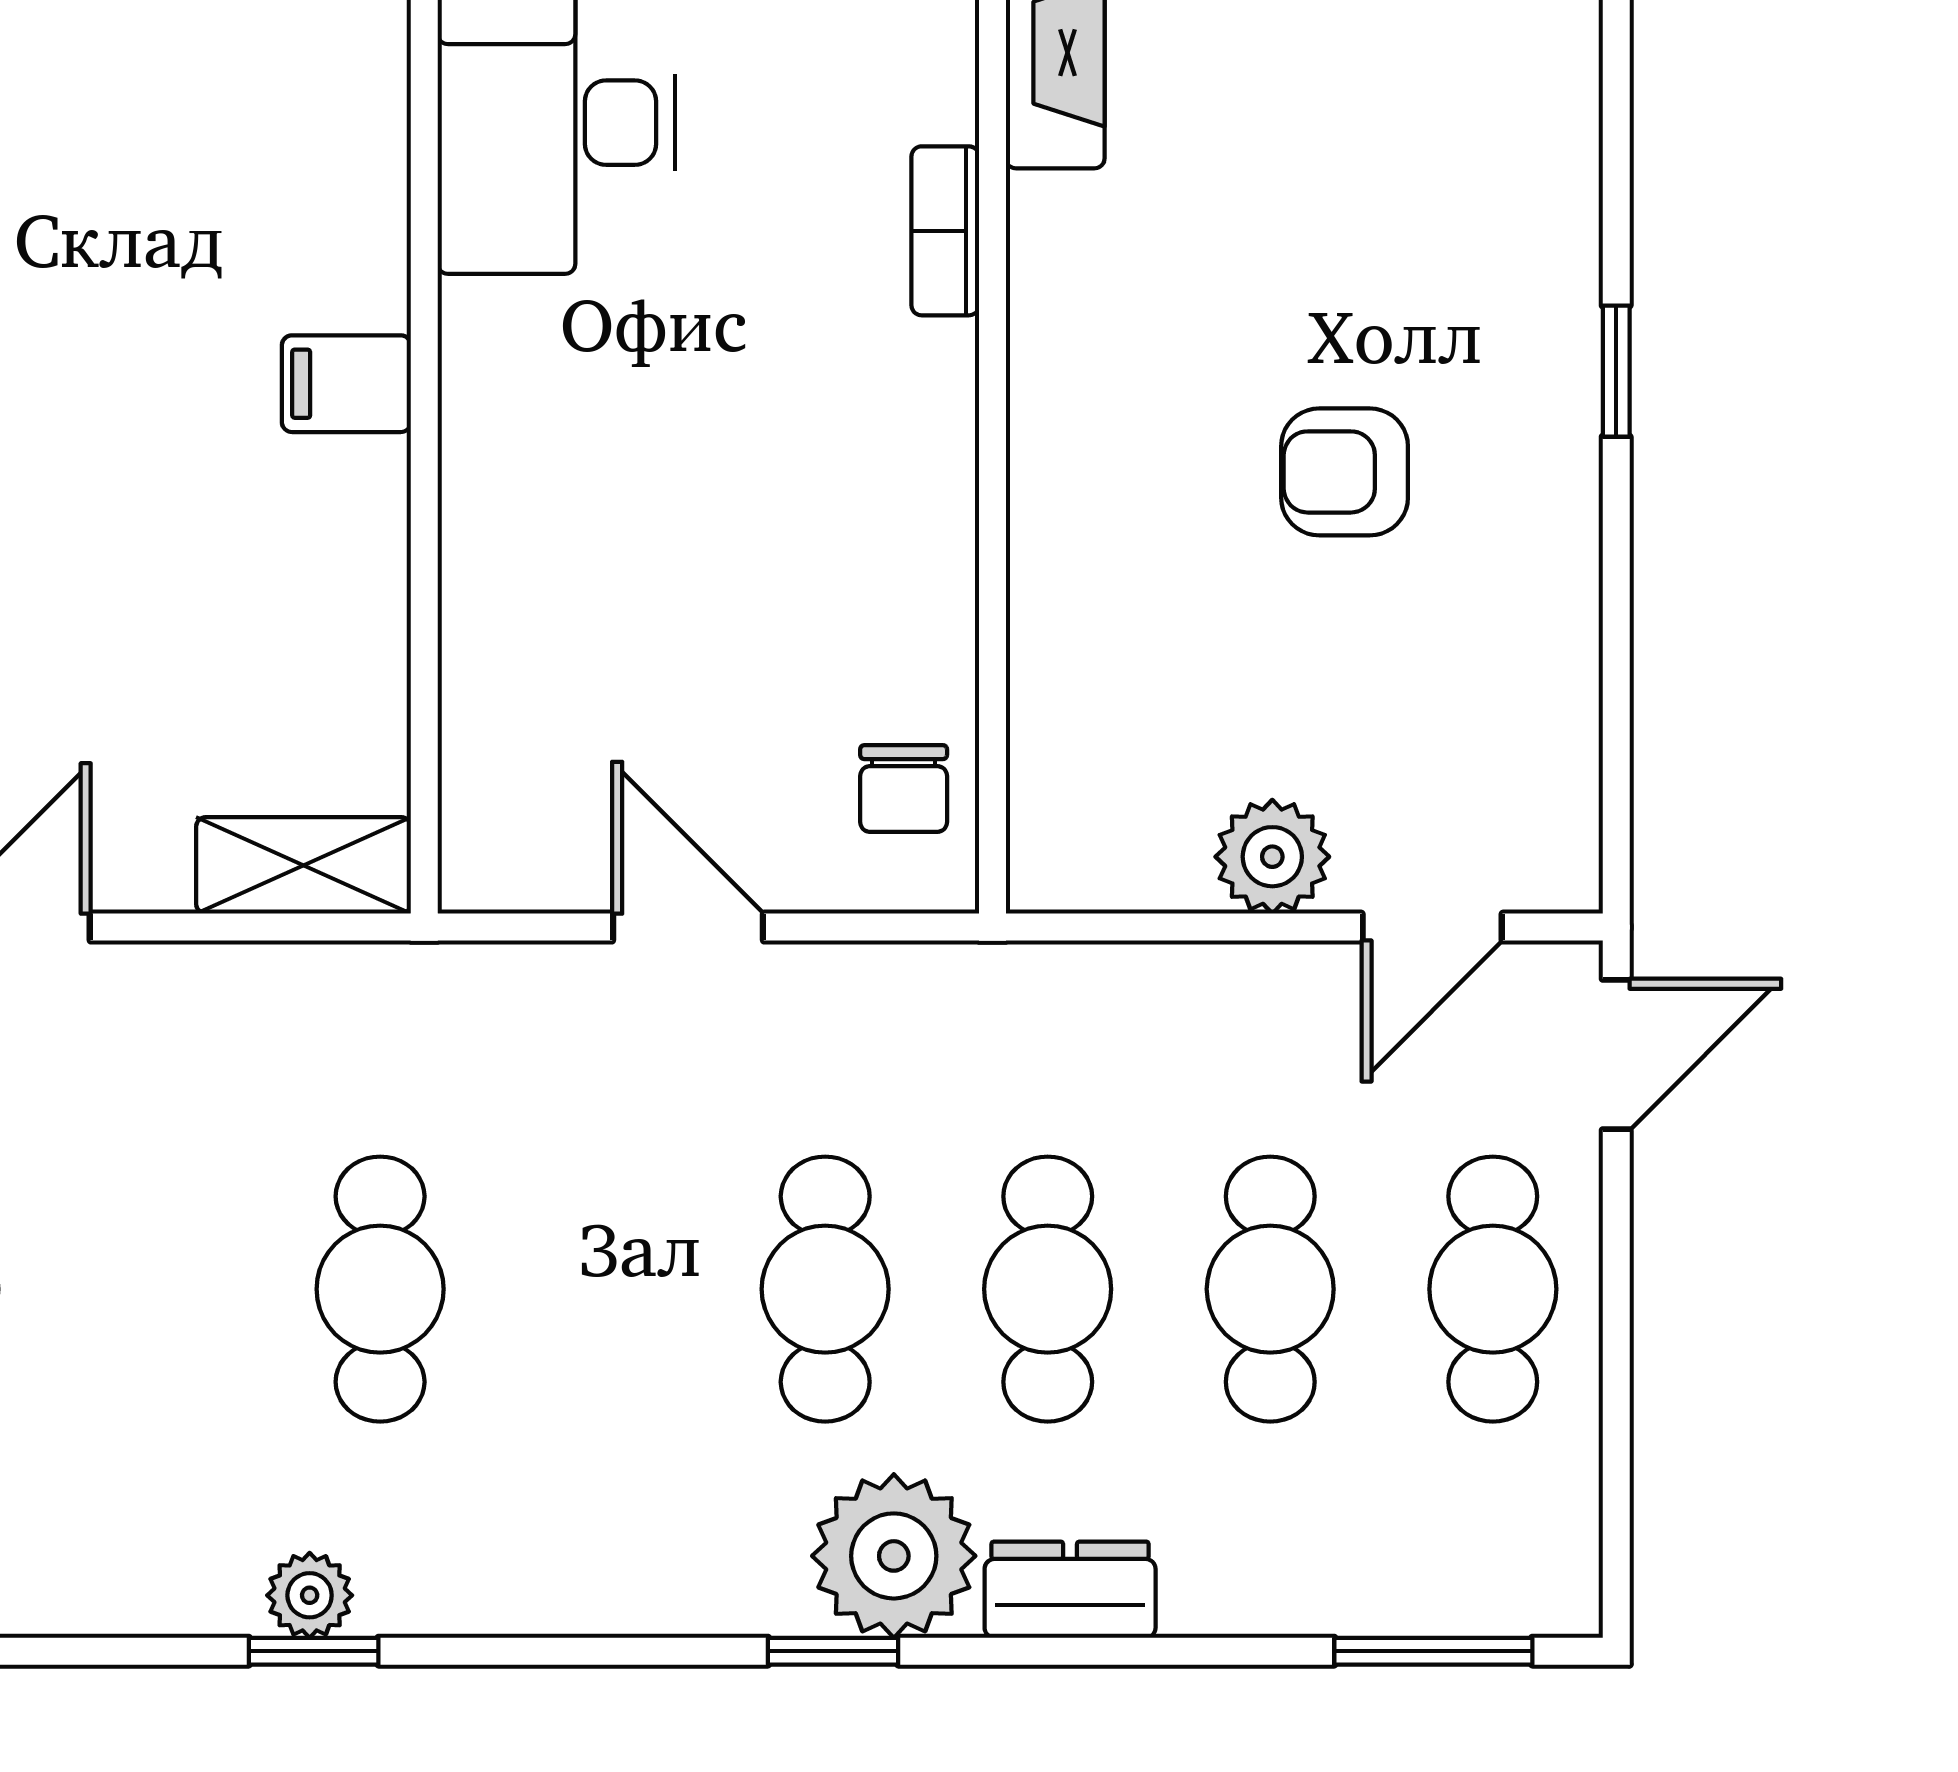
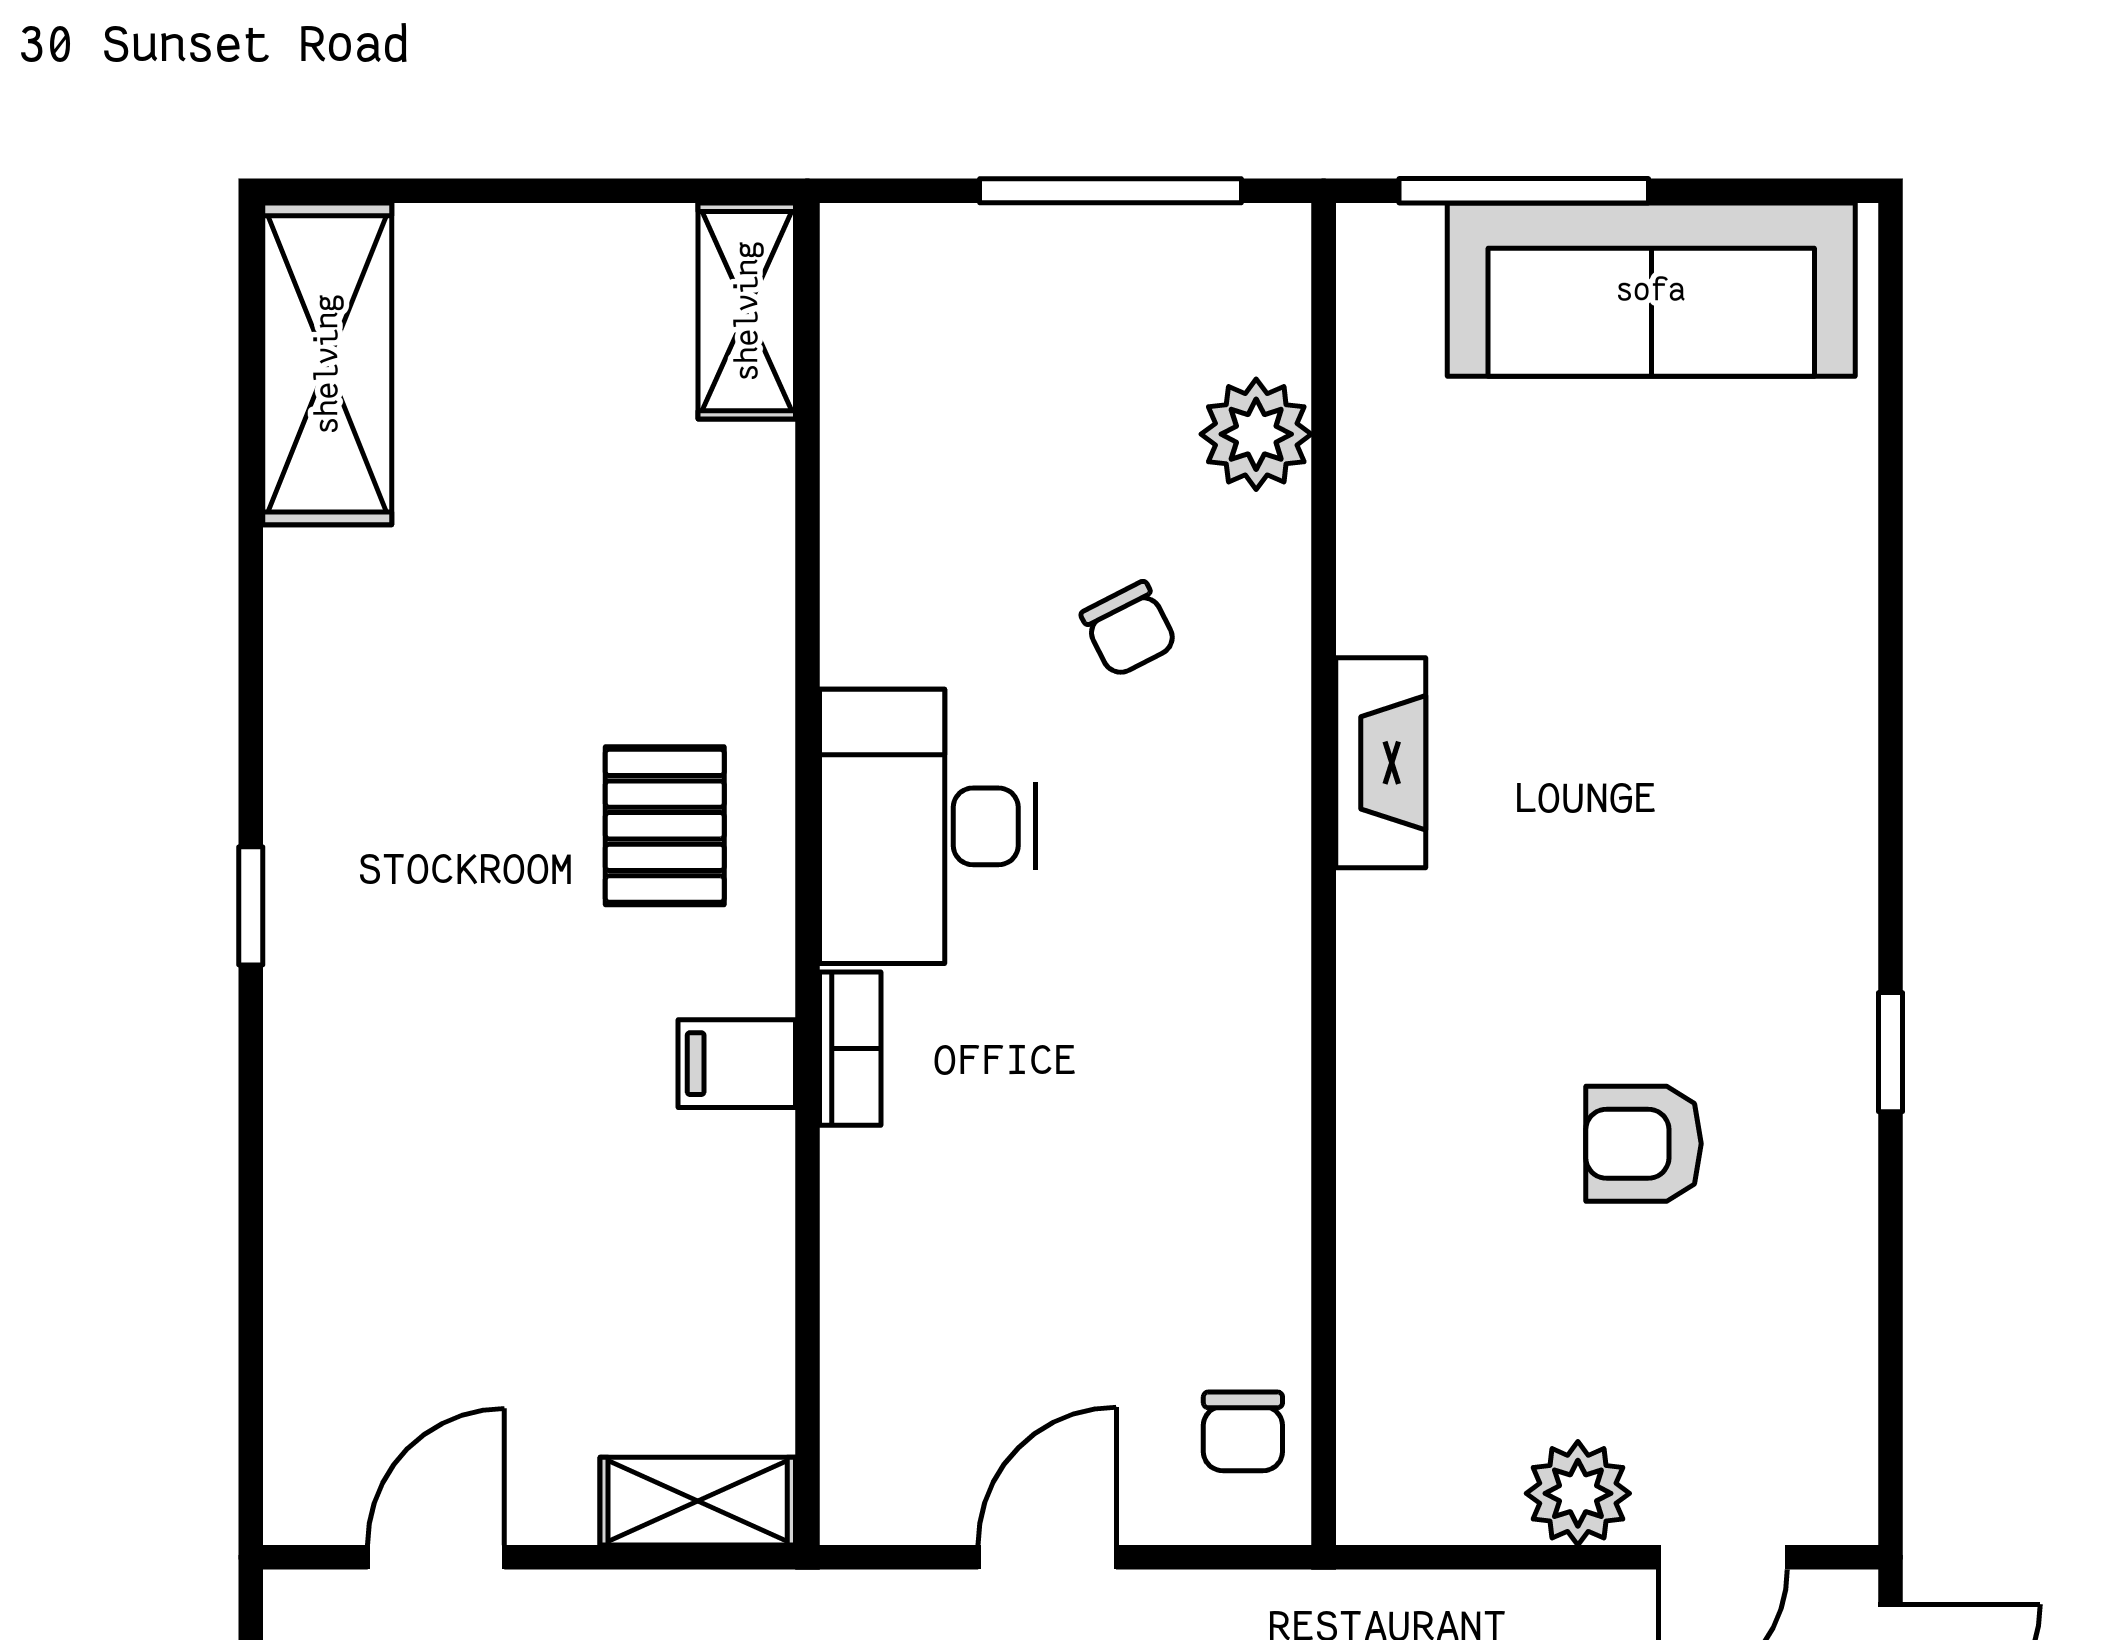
pallet: (267, 122) -> (665, 826), added
bookcase: (945, 231) -> (850, 1049), moved, turned 180
door: (688, 927) -> (1047, 1557), hinge flipped

